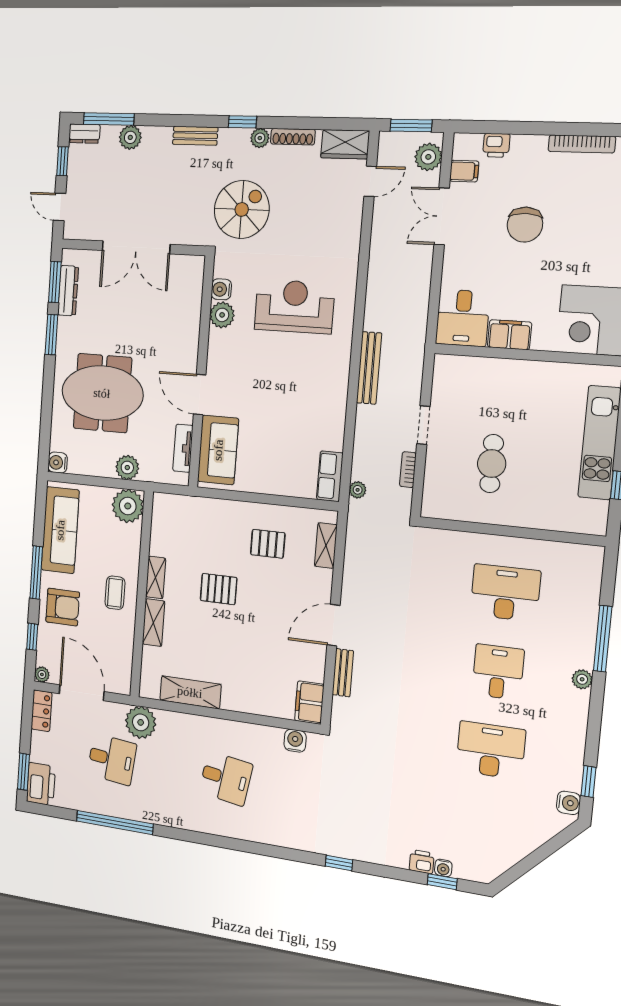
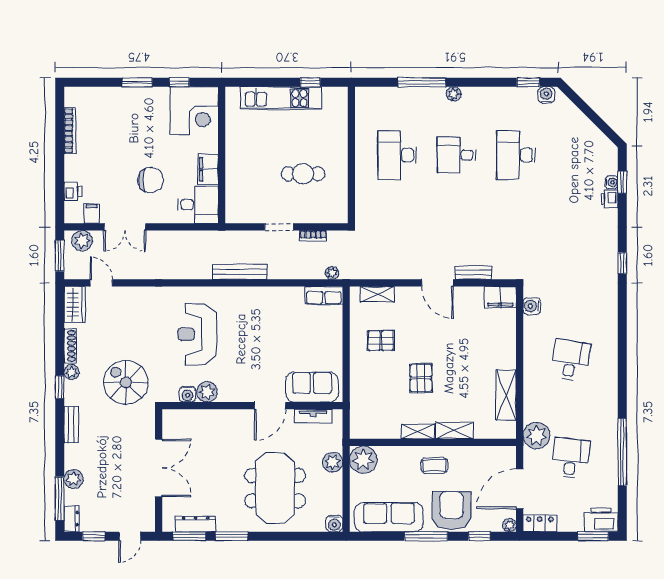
chair: (525, 225) -> (151, 180), moved
pallet: (268, 544) -> (381, 341), turned 90
armchair: (63, 607) -> (452, 511), width x1.36, depth x1.36

